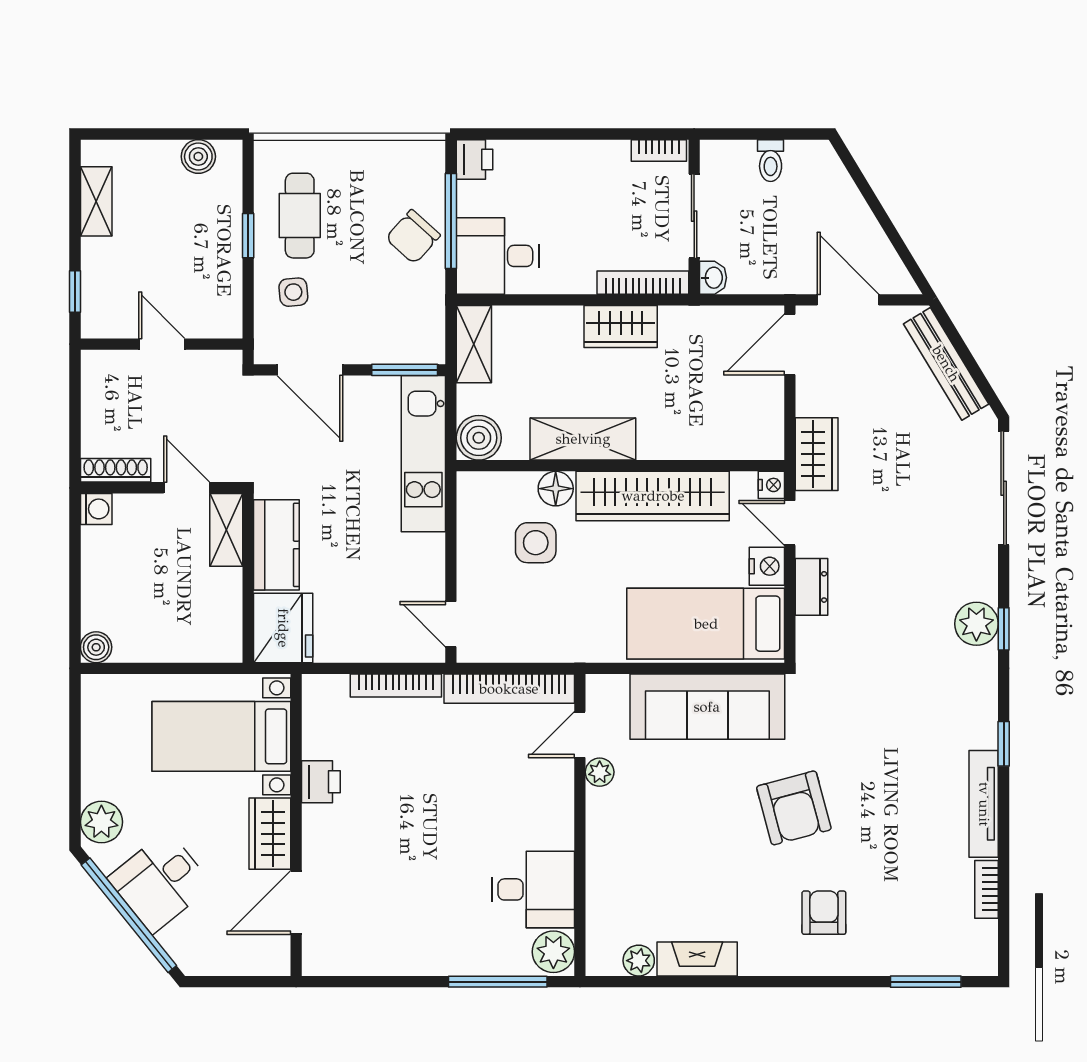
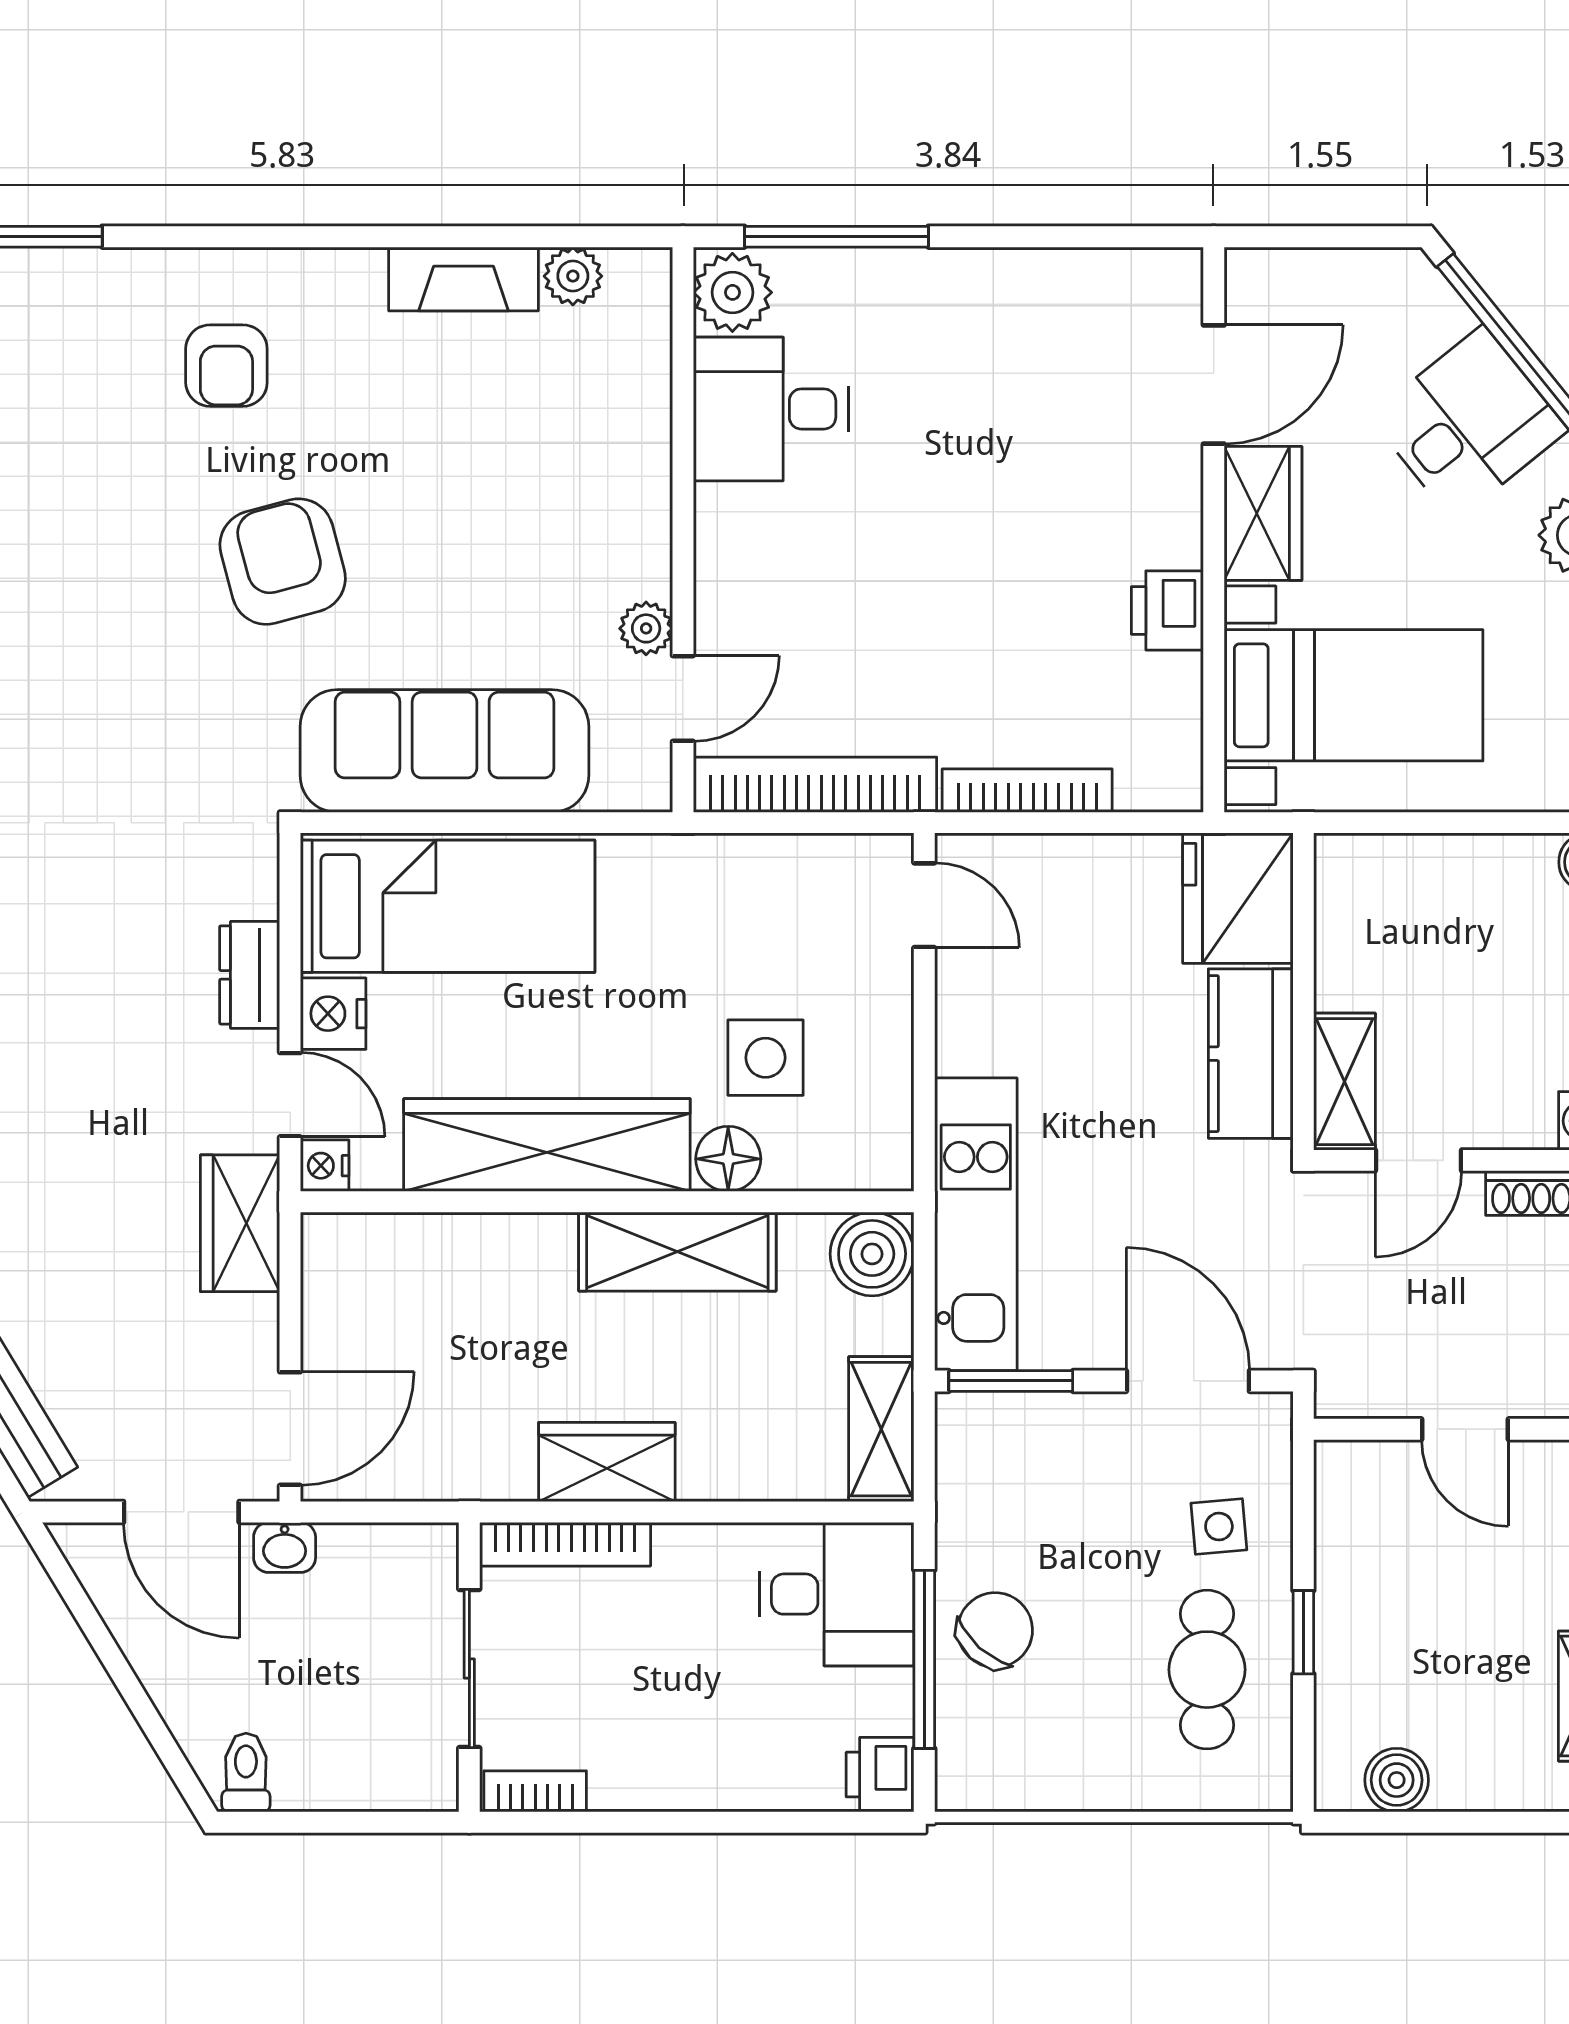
toilet: (771, 161) -> (246, 1772), moved
washbasin: (713, 278) -> (285, 1547), moved, turned -90
door: (187, 488) -> (1419, 1160), hinge flipped

